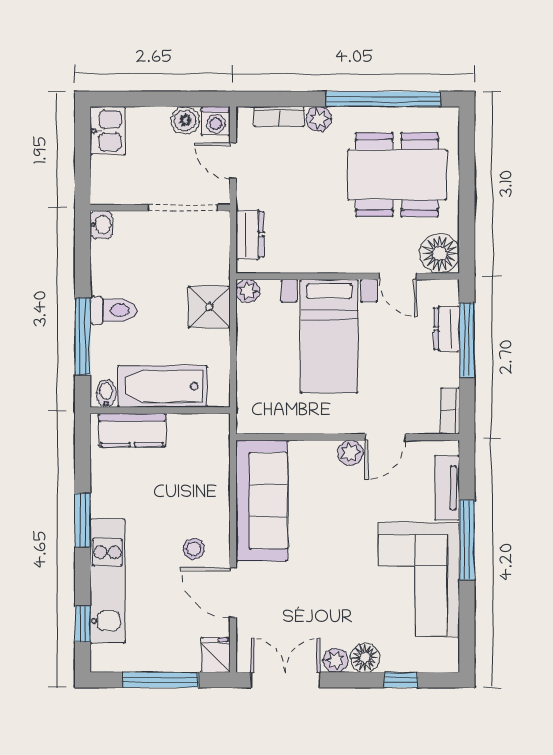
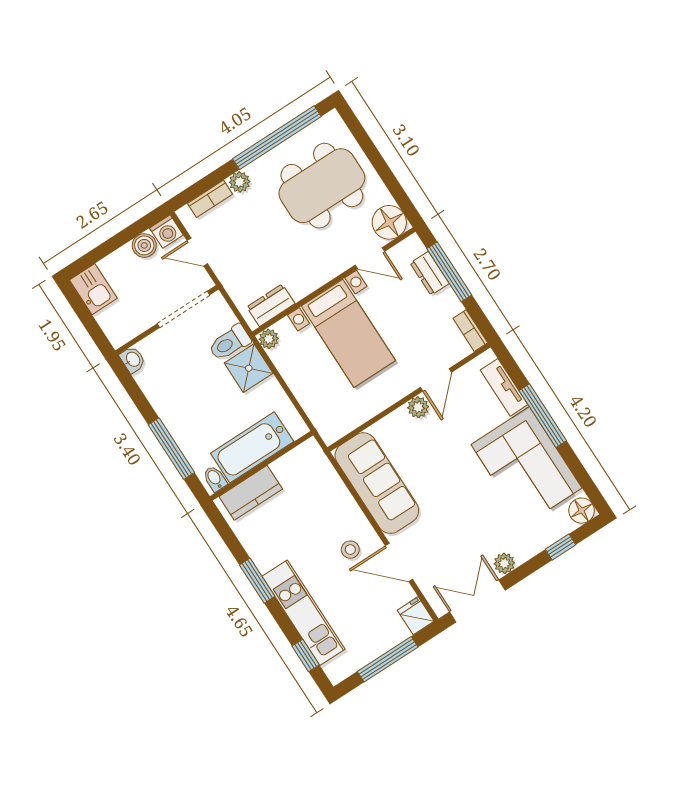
dresser: (250, 234) -> (271, 305), moved, turned -90
toilet: (113, 310) -> (230, 343), moved, turned 180
floor lamp: (365, 658) -> (582, 511), moved

